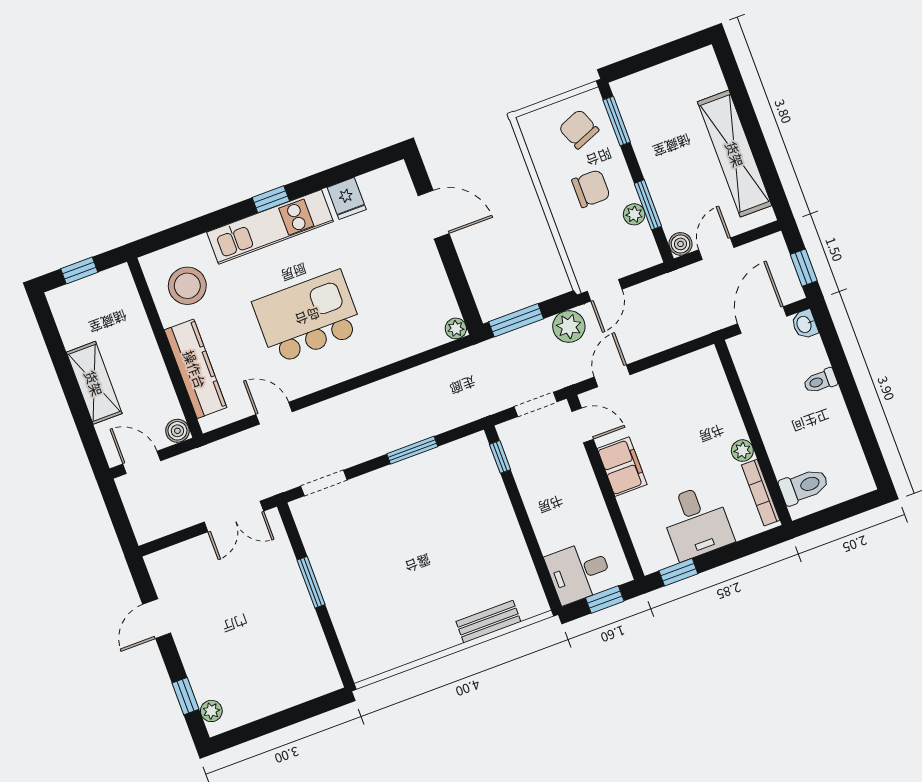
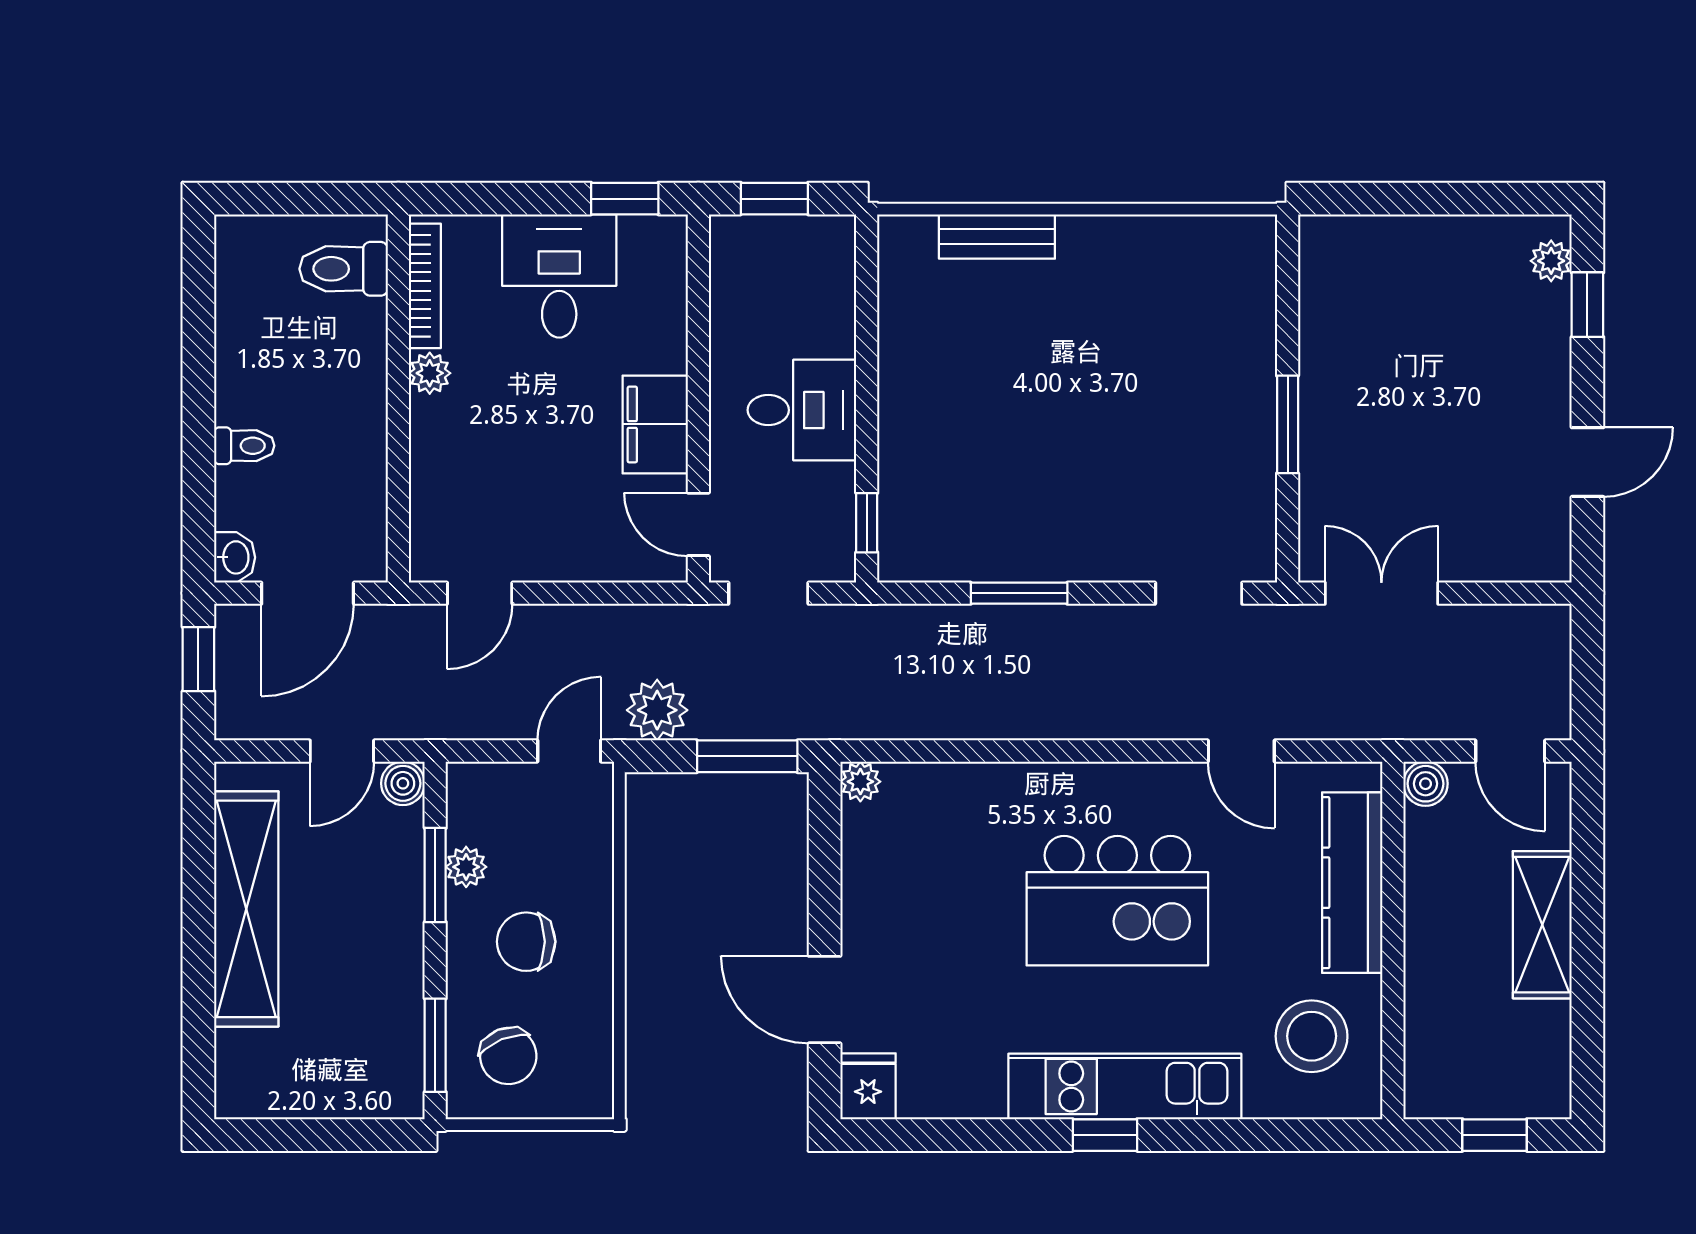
fridge: (347, 198) -> (868, 1086), moved
door: (612, 376) -> (480, 593), moved
desk: (579, 572) -> (802, 410), moved

